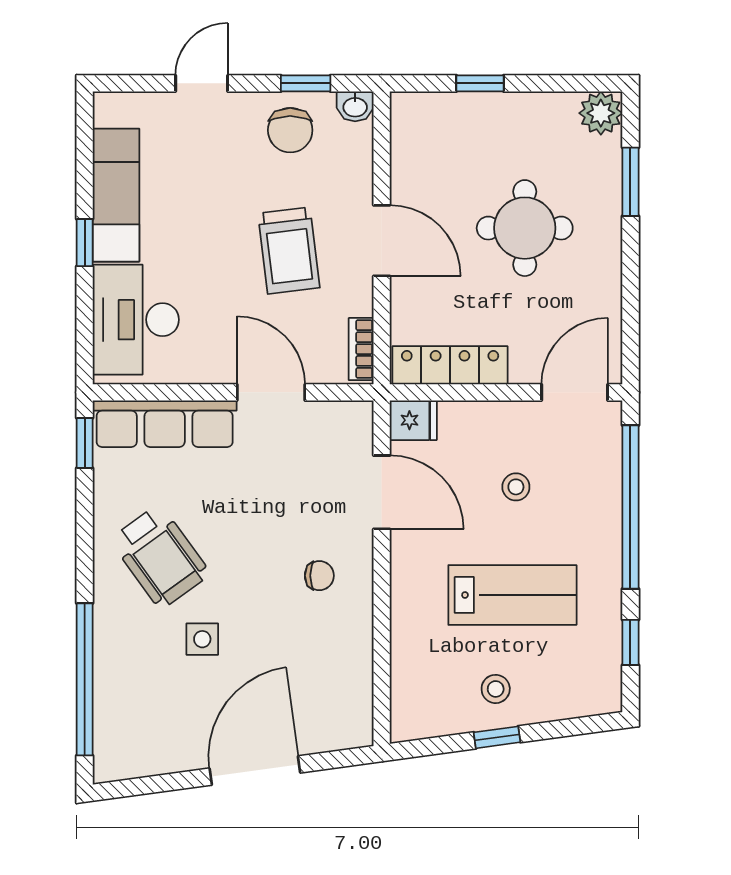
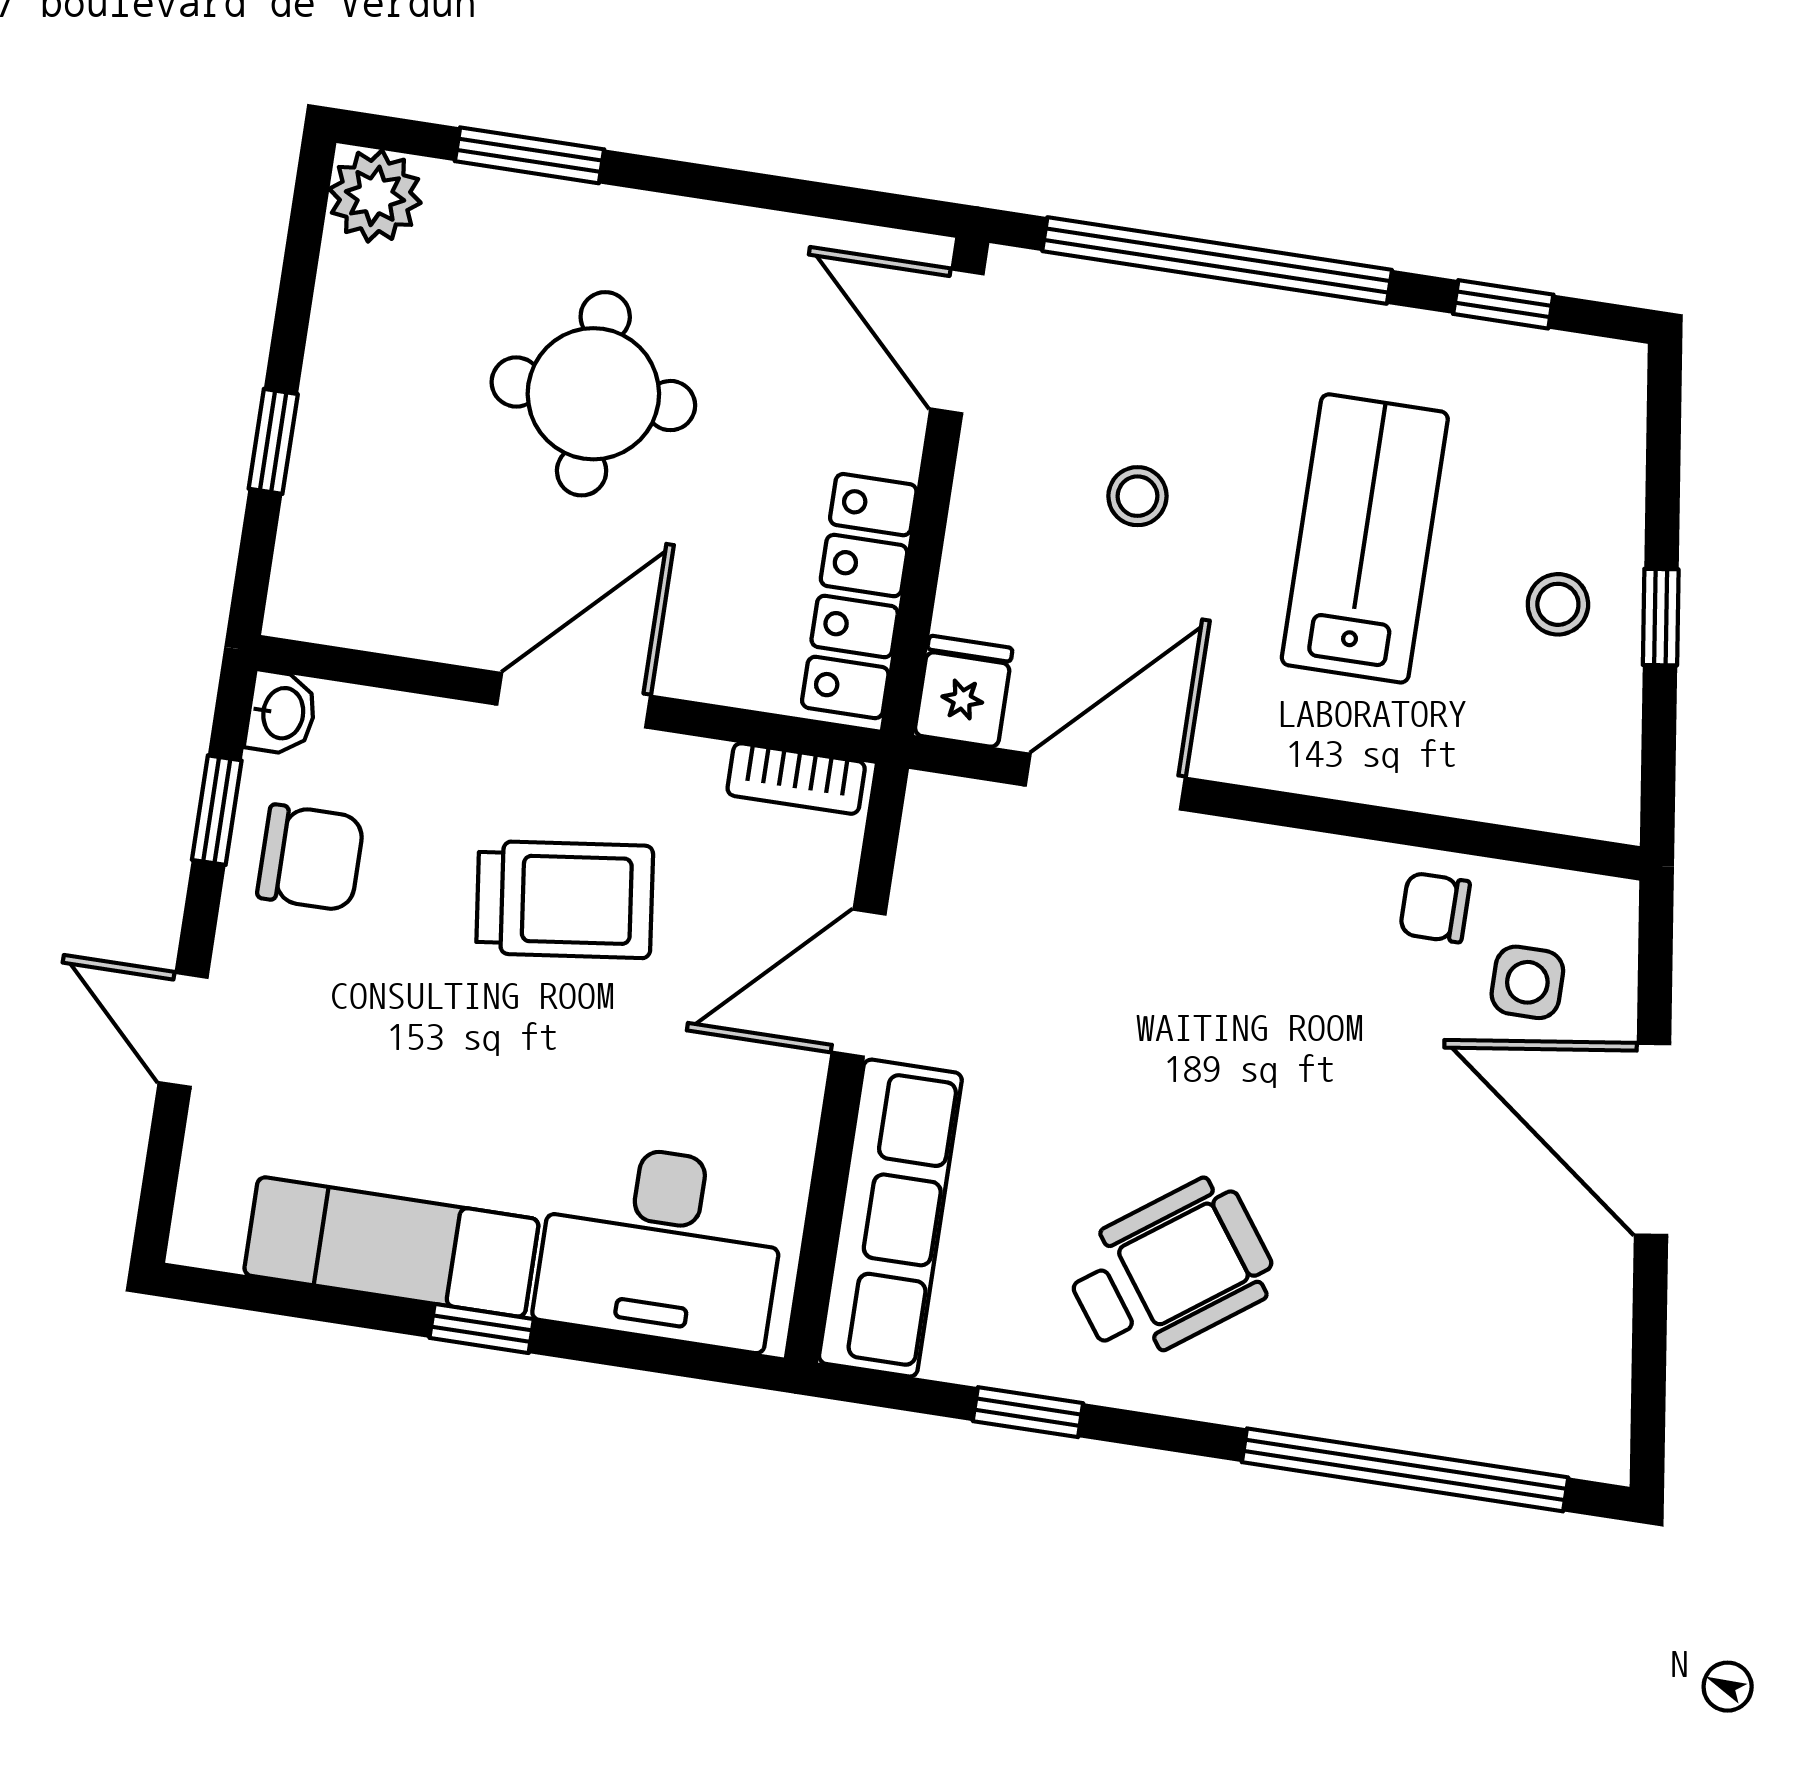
window: (85, 443) -> (1028, 1412), moved
chair: (319, 576) -> (1435, 908), moved, turned -90
side table: (202, 639) -> (1527, 982), moved

